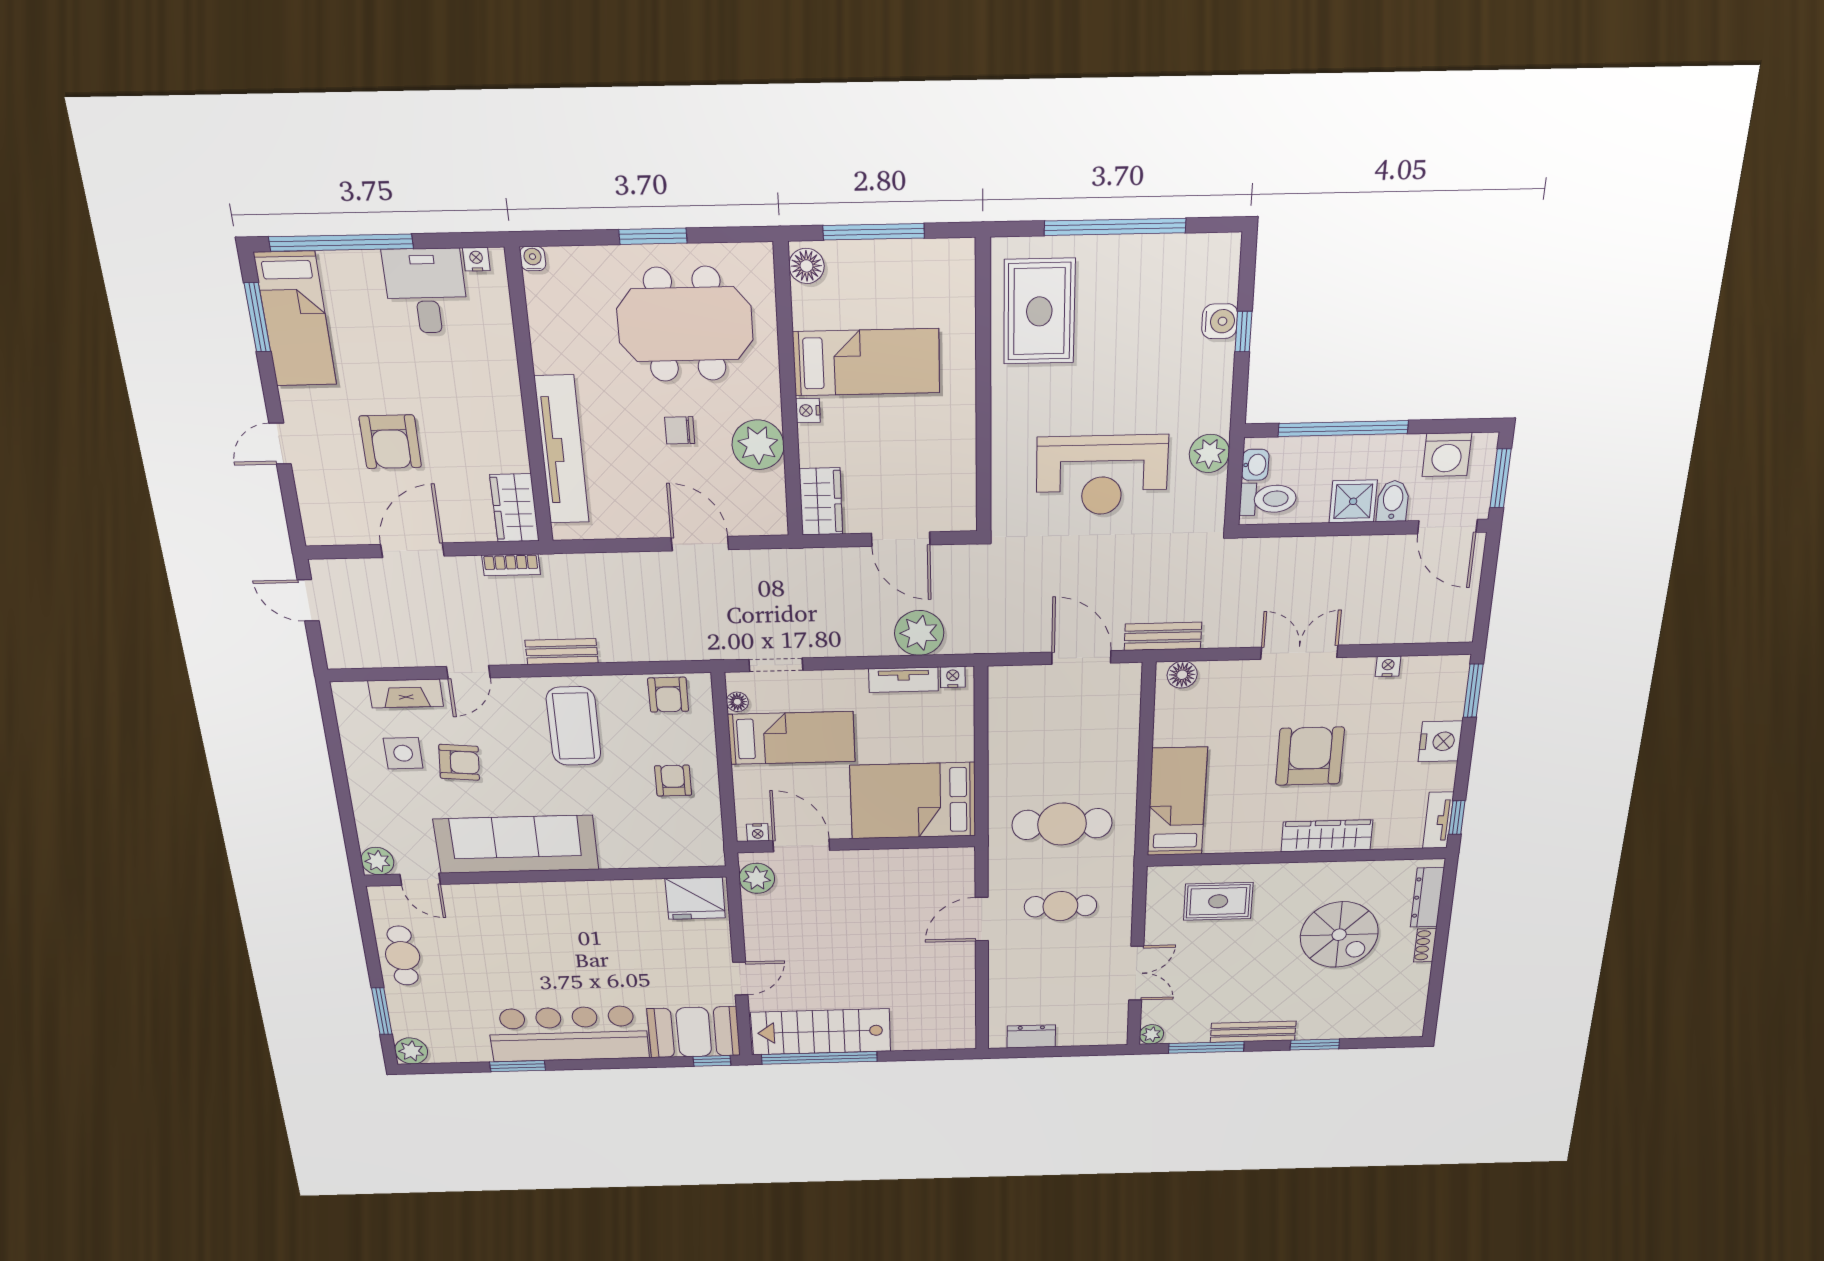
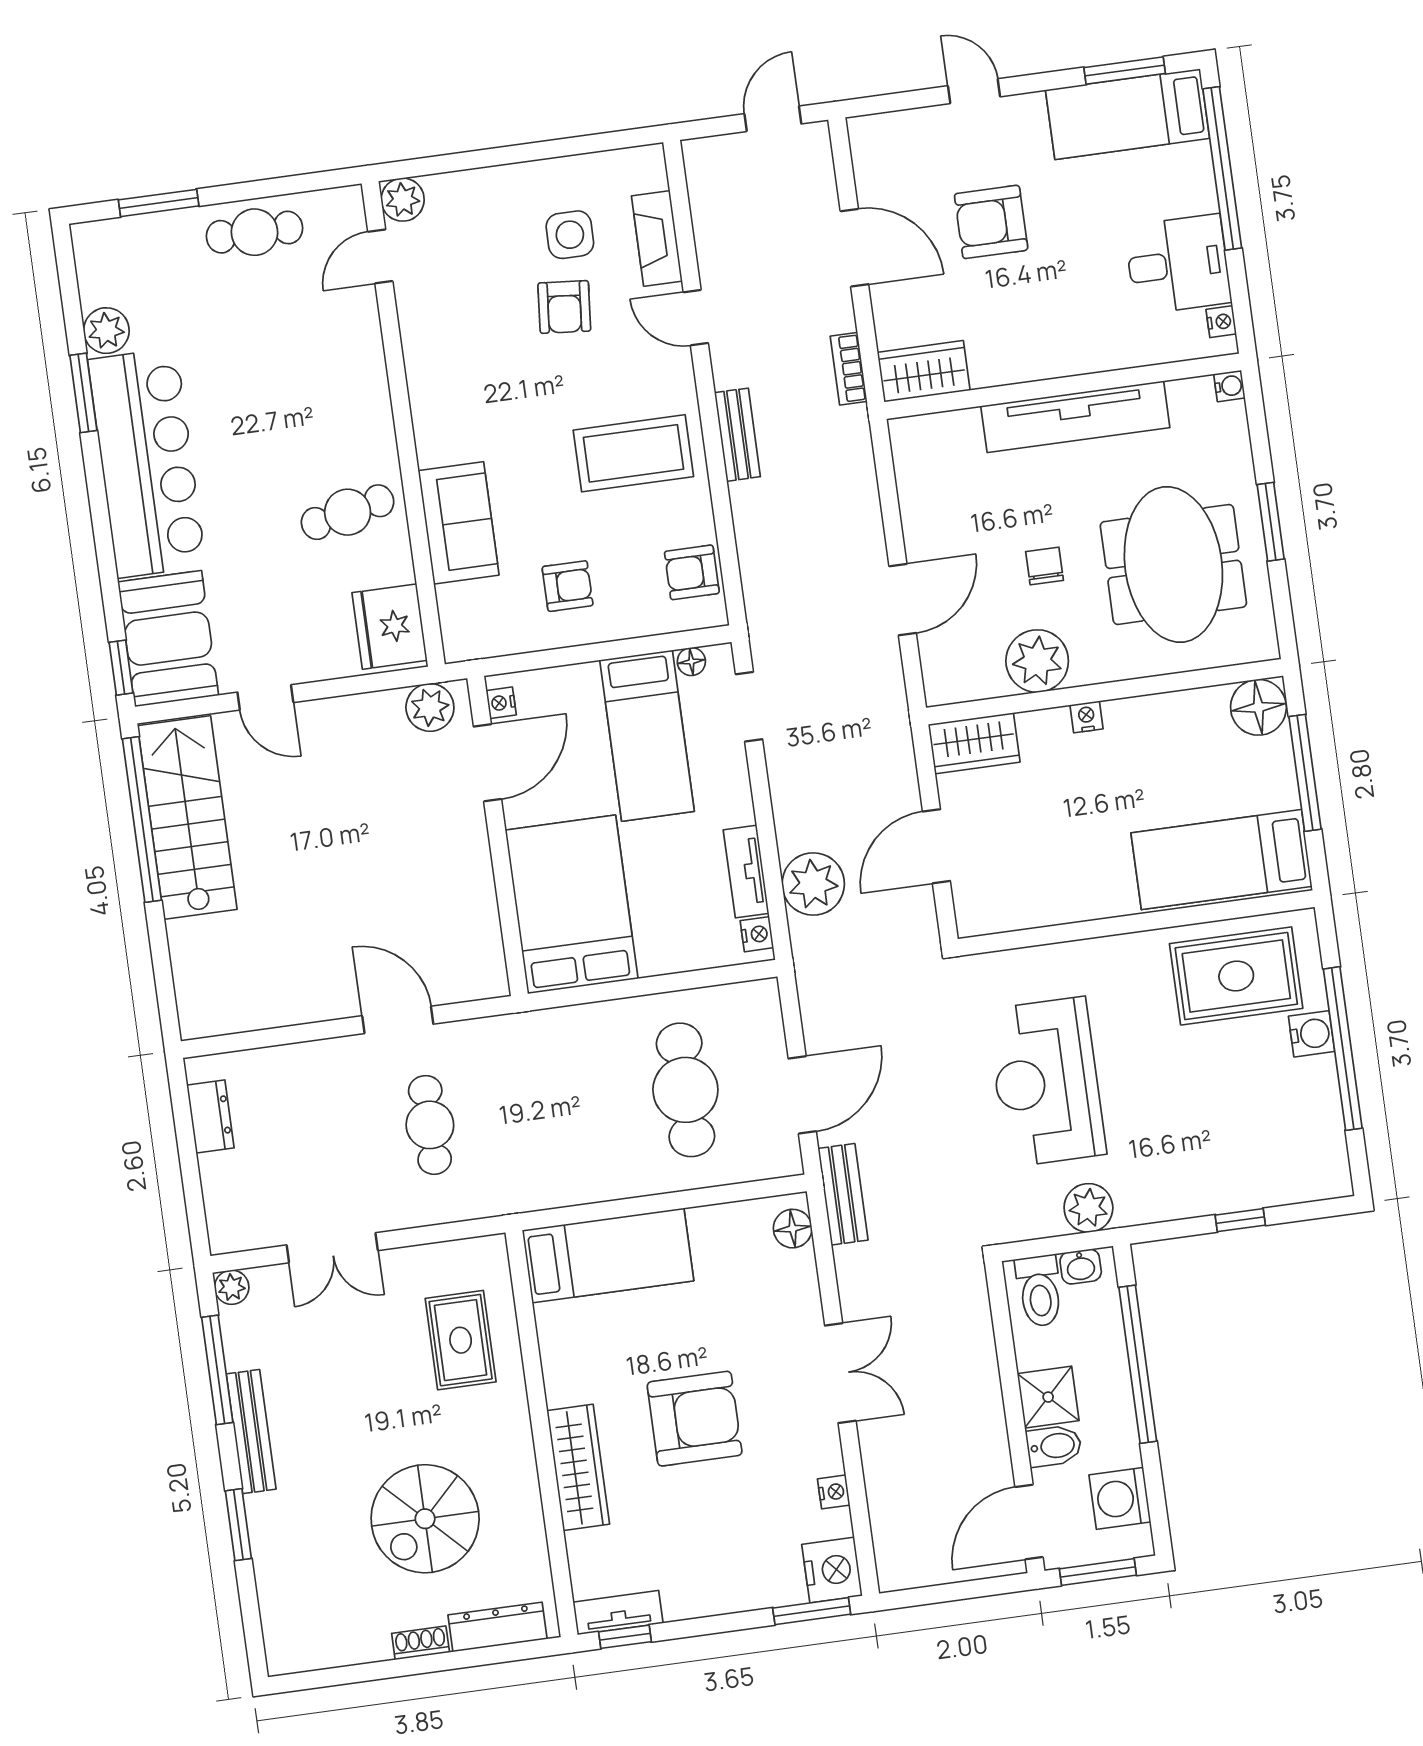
floor lamp: (806, 266) -> (1258, 707), width x1.38, depth x1.38
water cooler: (1220, 321) -> (1312, 1034), moved, turned -90
bed: (866, 362) -> (1221, 860), moved, turned 90
tv unit: (562, 450) -> (1075, 417), moved
nightstand: (1440, 741) -> (832, 1570), moved, turned -90
cafe table: (1062, 824) -> (685, 1090), moved
sofa: (516, 844) -> (459, 523), moved, width x0.54, depth x0.79
cafe table: (610, 917) -> (348, 512), added
plant: (411, 1051) -> (106, 331), moved

